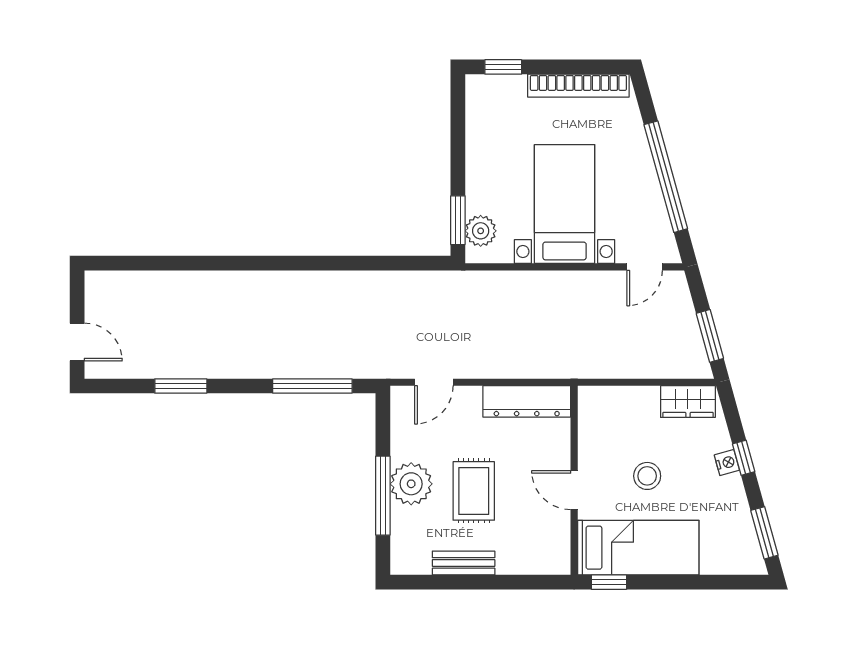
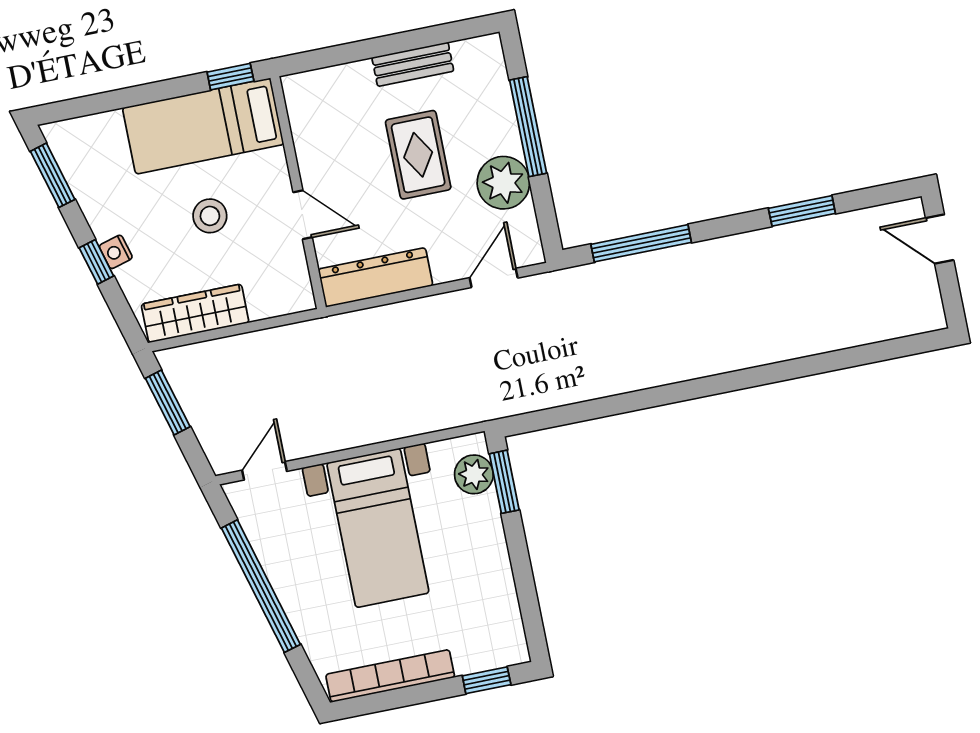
wardrobe: (688, 402) -> (195, 313), width x1.50
plant: (411, 484) -> (503, 183), moved
door: (574, 490) -> (303, 215), moved

